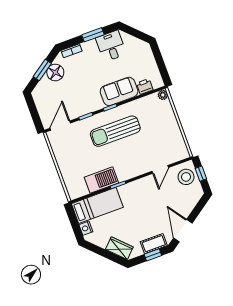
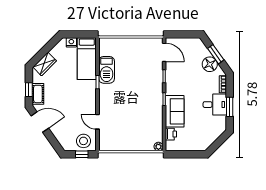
desk: (111, 46) -> (215, 105), moved
sun lounger: (115, 131) -> (143, 96), removed

